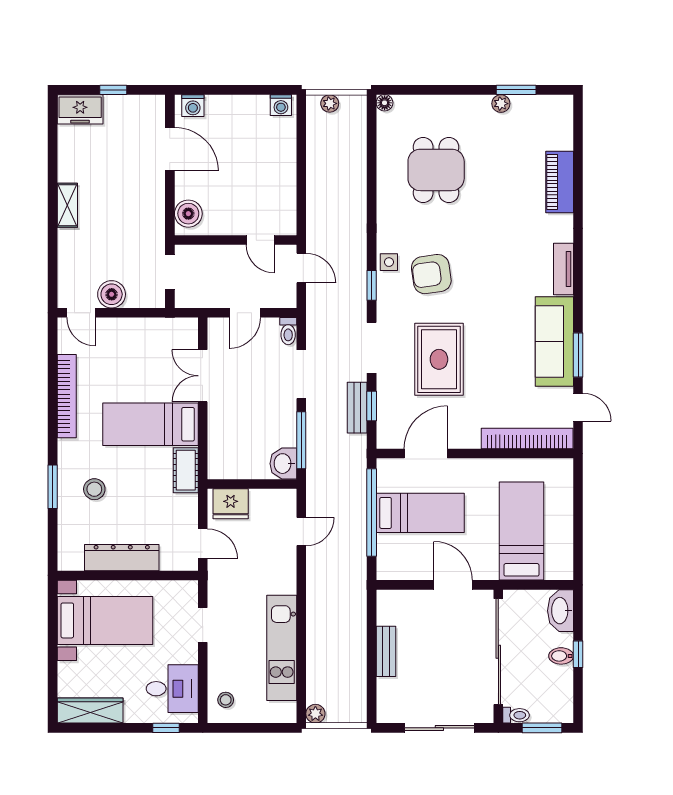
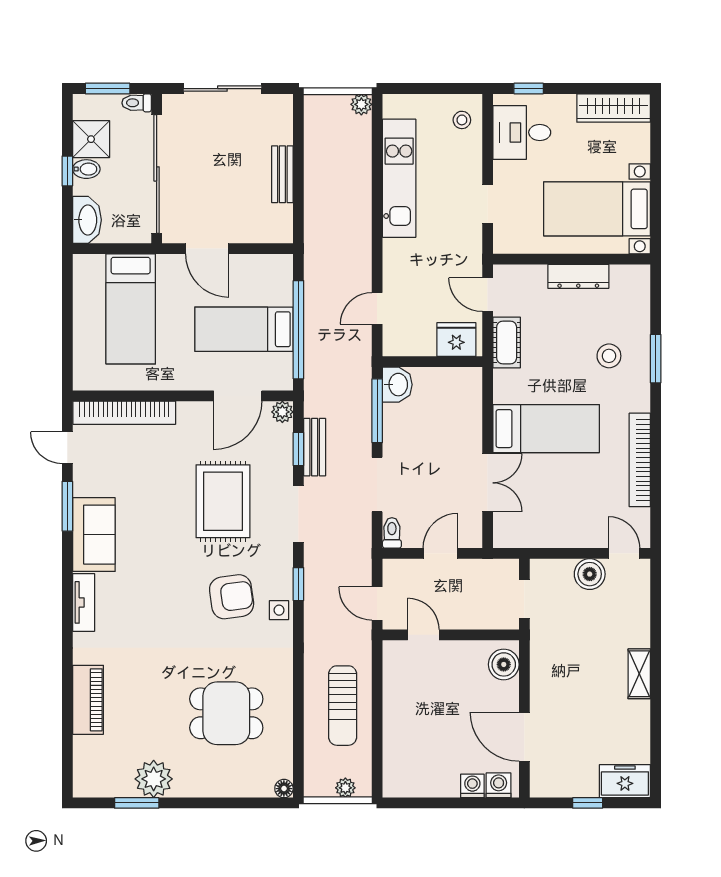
plant: (501, 104) -> (154, 779), width x1.88, depth x1.88
washing machine: (281, 105) -> (472, 786), moved
dining table: (436, 170) -> (226, 713), turned 90
sun lounger: (332, 177) -> (343, 706), added
sofa: (554, 341) -> (94, 535), width x0.73
plant: (386, 439) -> (282, 412), added
cot: (186, 470) -> (507, 343), moved
dresser: (122, 558) -> (578, 276), width x0.73, depth x0.80
shower: (557, 683) -> (91, 139), added

